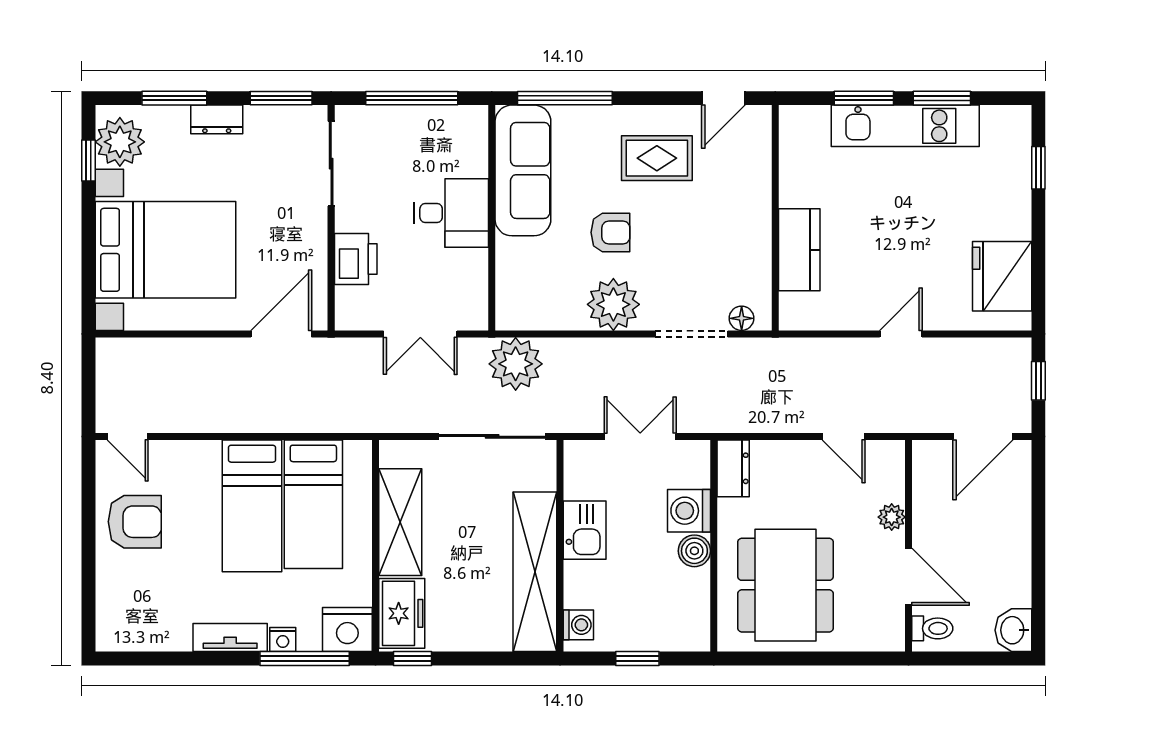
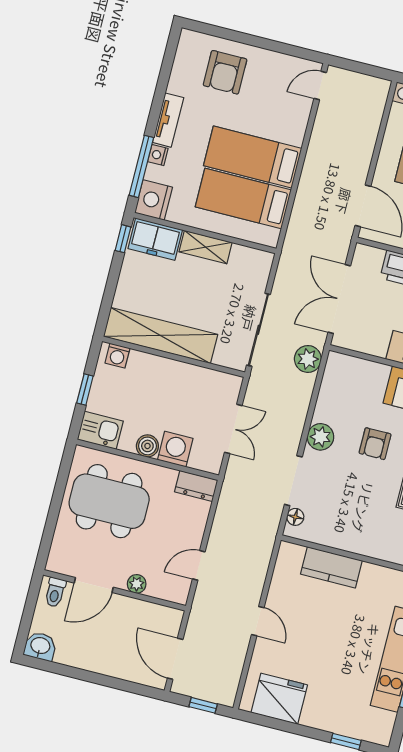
plant: (613, 304) -> (320, 437), width x0.73, depth x0.73
double door: (420, 334) -> (339, 299), width x1.37
plant: (516, 364) -> (308, 359), width x0.73, depth x0.73
armchair: (135, 522) -> (225, 72), moved
shelving: (400, 522) -> (206, 247), width x0.67, depth x0.75
kitchen sink: (585, 530) -> (100, 430), moved, turned 180

